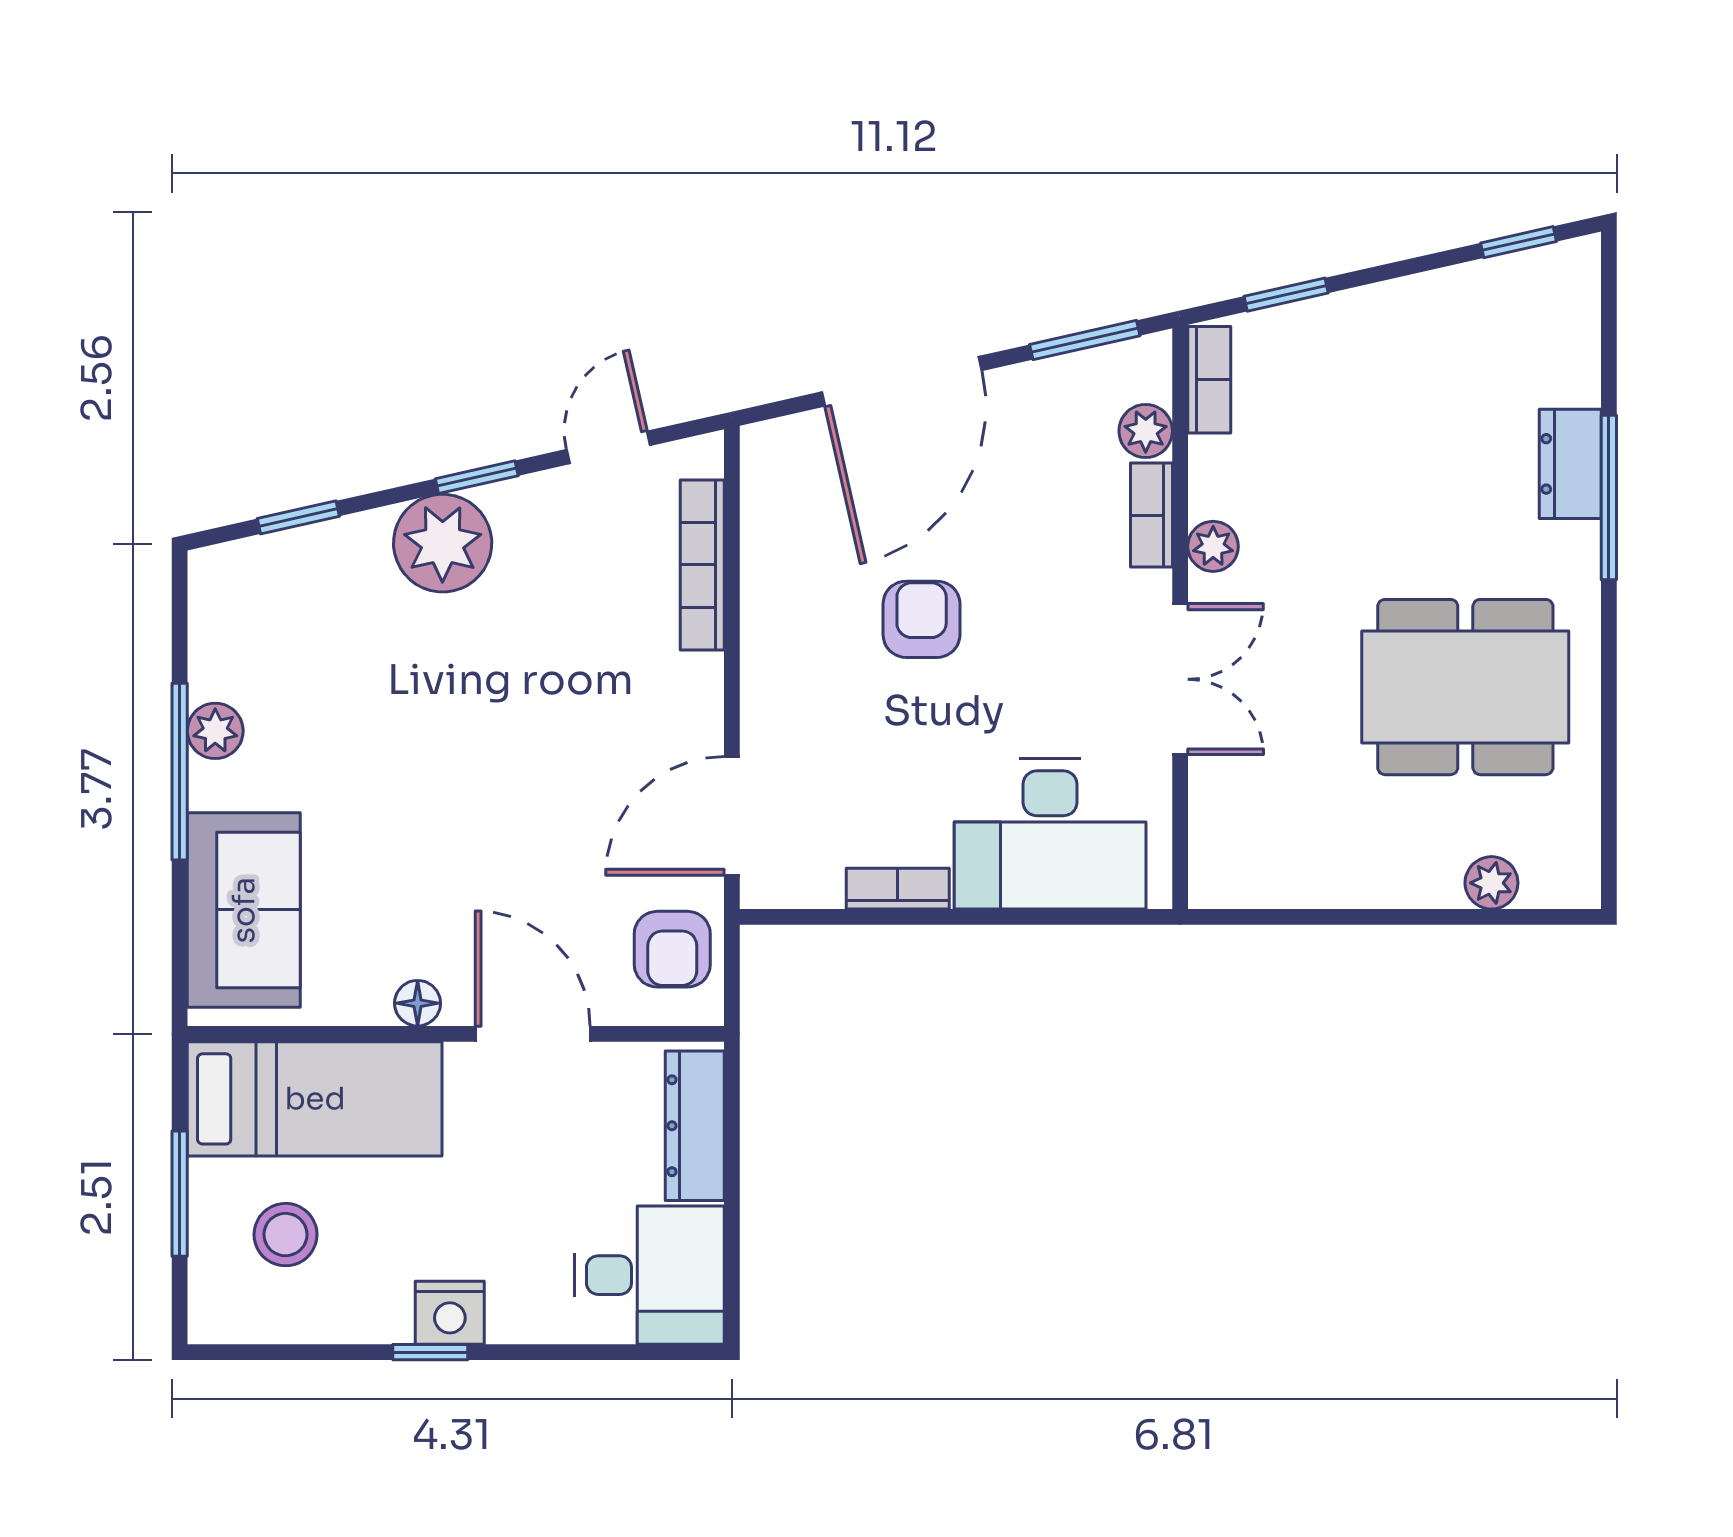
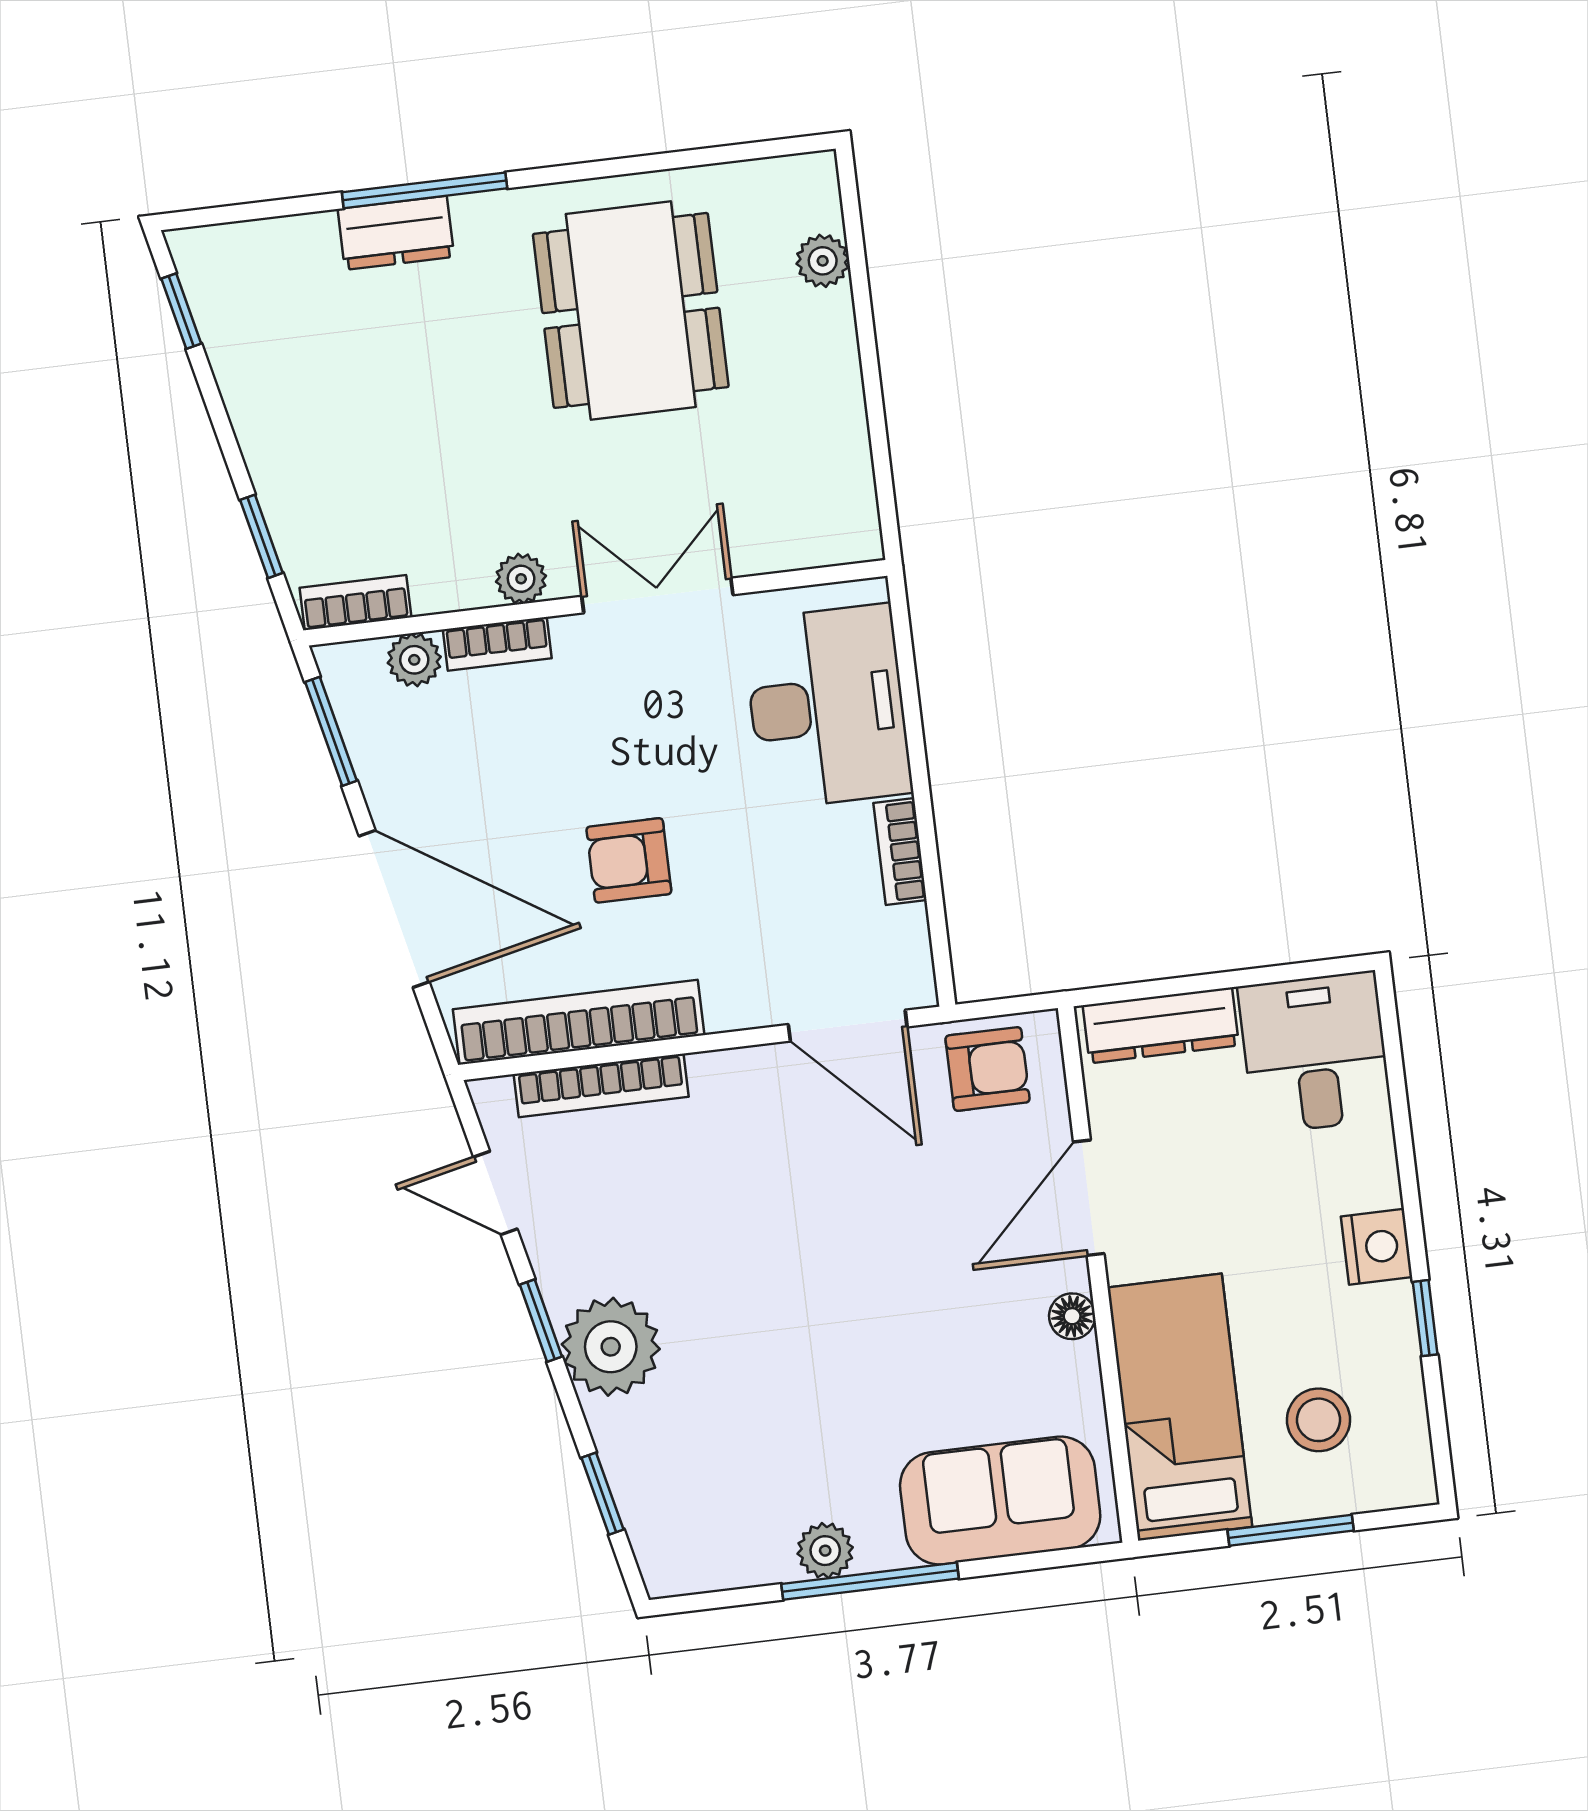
bookcase: (768, 550) -> (579, 1022), added
window: (430, 1352) -> (1425, 1318), moved

